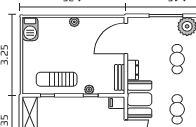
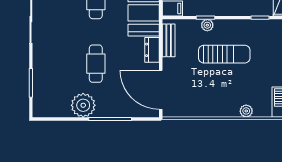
plant: (74, 22) -> (246, 111), moved
door: (126, 39) -> (161, 90), swing flipped
sun lounger: (57, 79) -> (224, 54), moved

